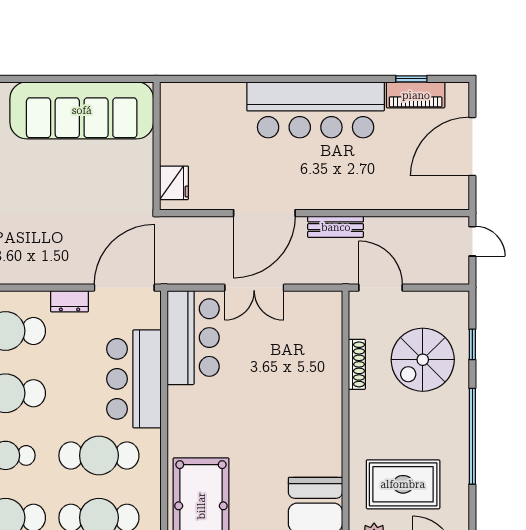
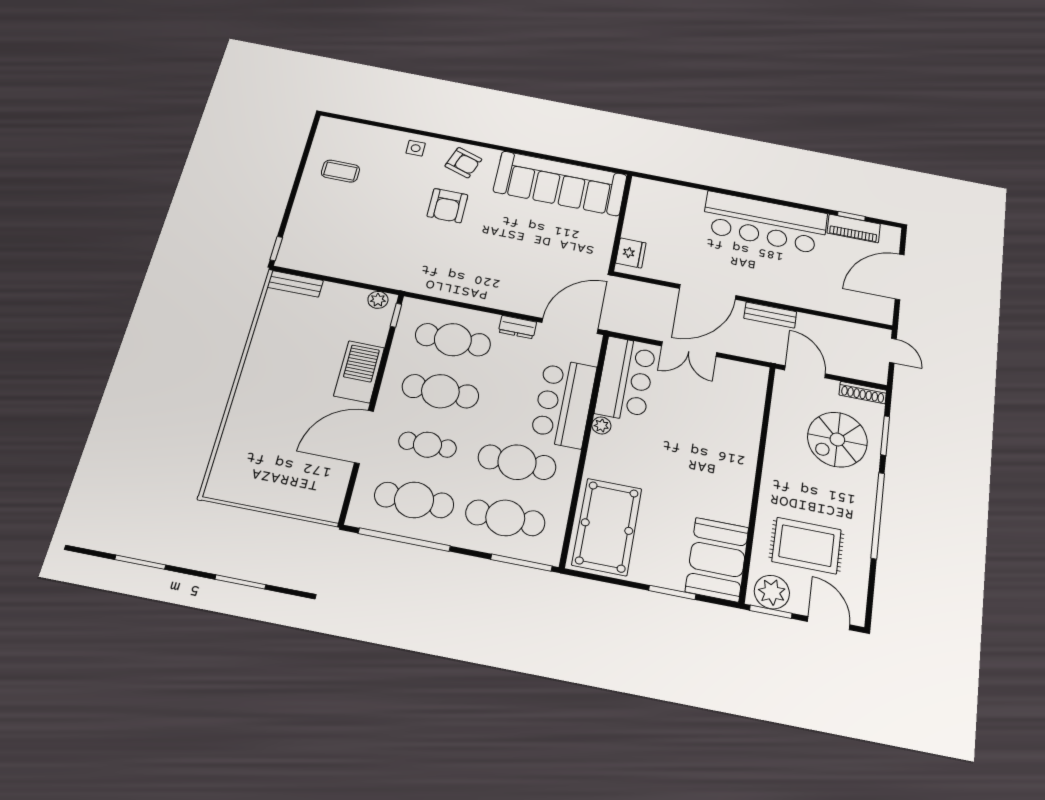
window: (472, 344) -> (885, 436), width x1.50
shoe rack: (357, 364) -> (863, 393), moved, turned 90
plant: (177, 396) -> (601, 425), added

